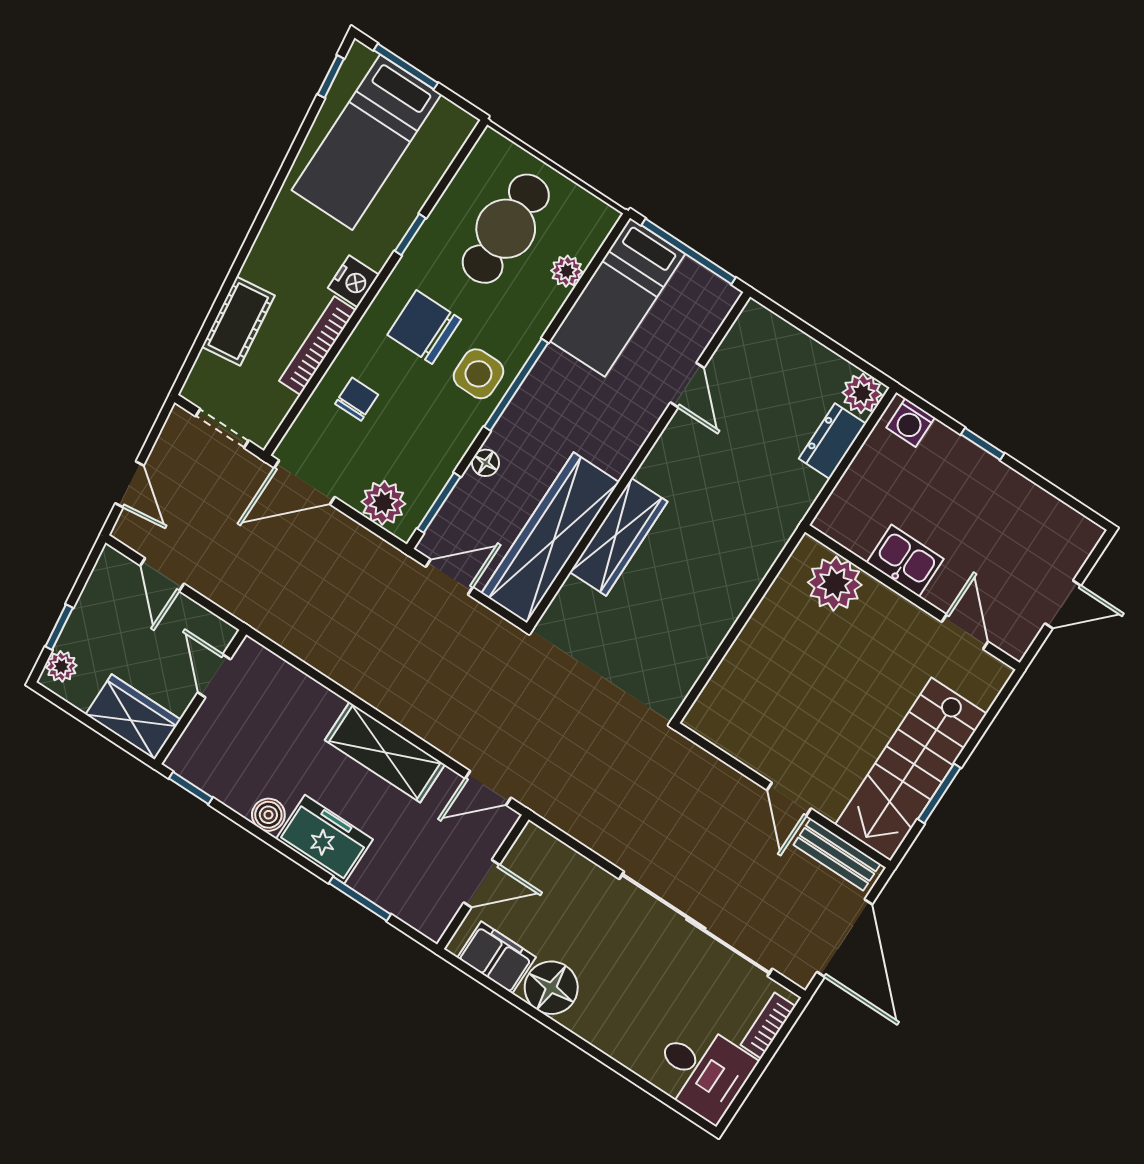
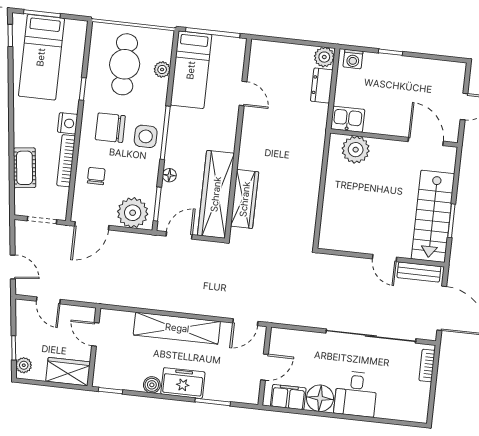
plant: (383, 503) -> (133, 213), width x1.36, depth x1.36
wardrobe: (619, 537) -> (245, 199), moved
kitchen sink: (905, 561) -> (348, 119), moved
door: (965, 632) -> (426, 141), width x1.38
shelving: (385, 752) -> (177, 328), width x1.47
desk: (702, 1071) -> (356, 394), moved, turned 90

